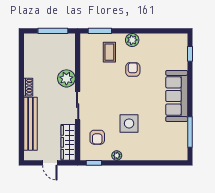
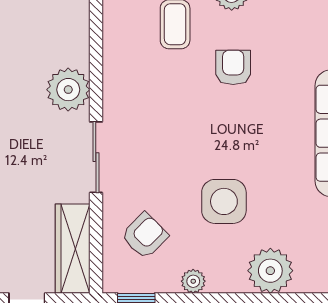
armchair: (97, 137) -> (145, 236), turned -135
plant: (148, 151) -> (270, 271), added

